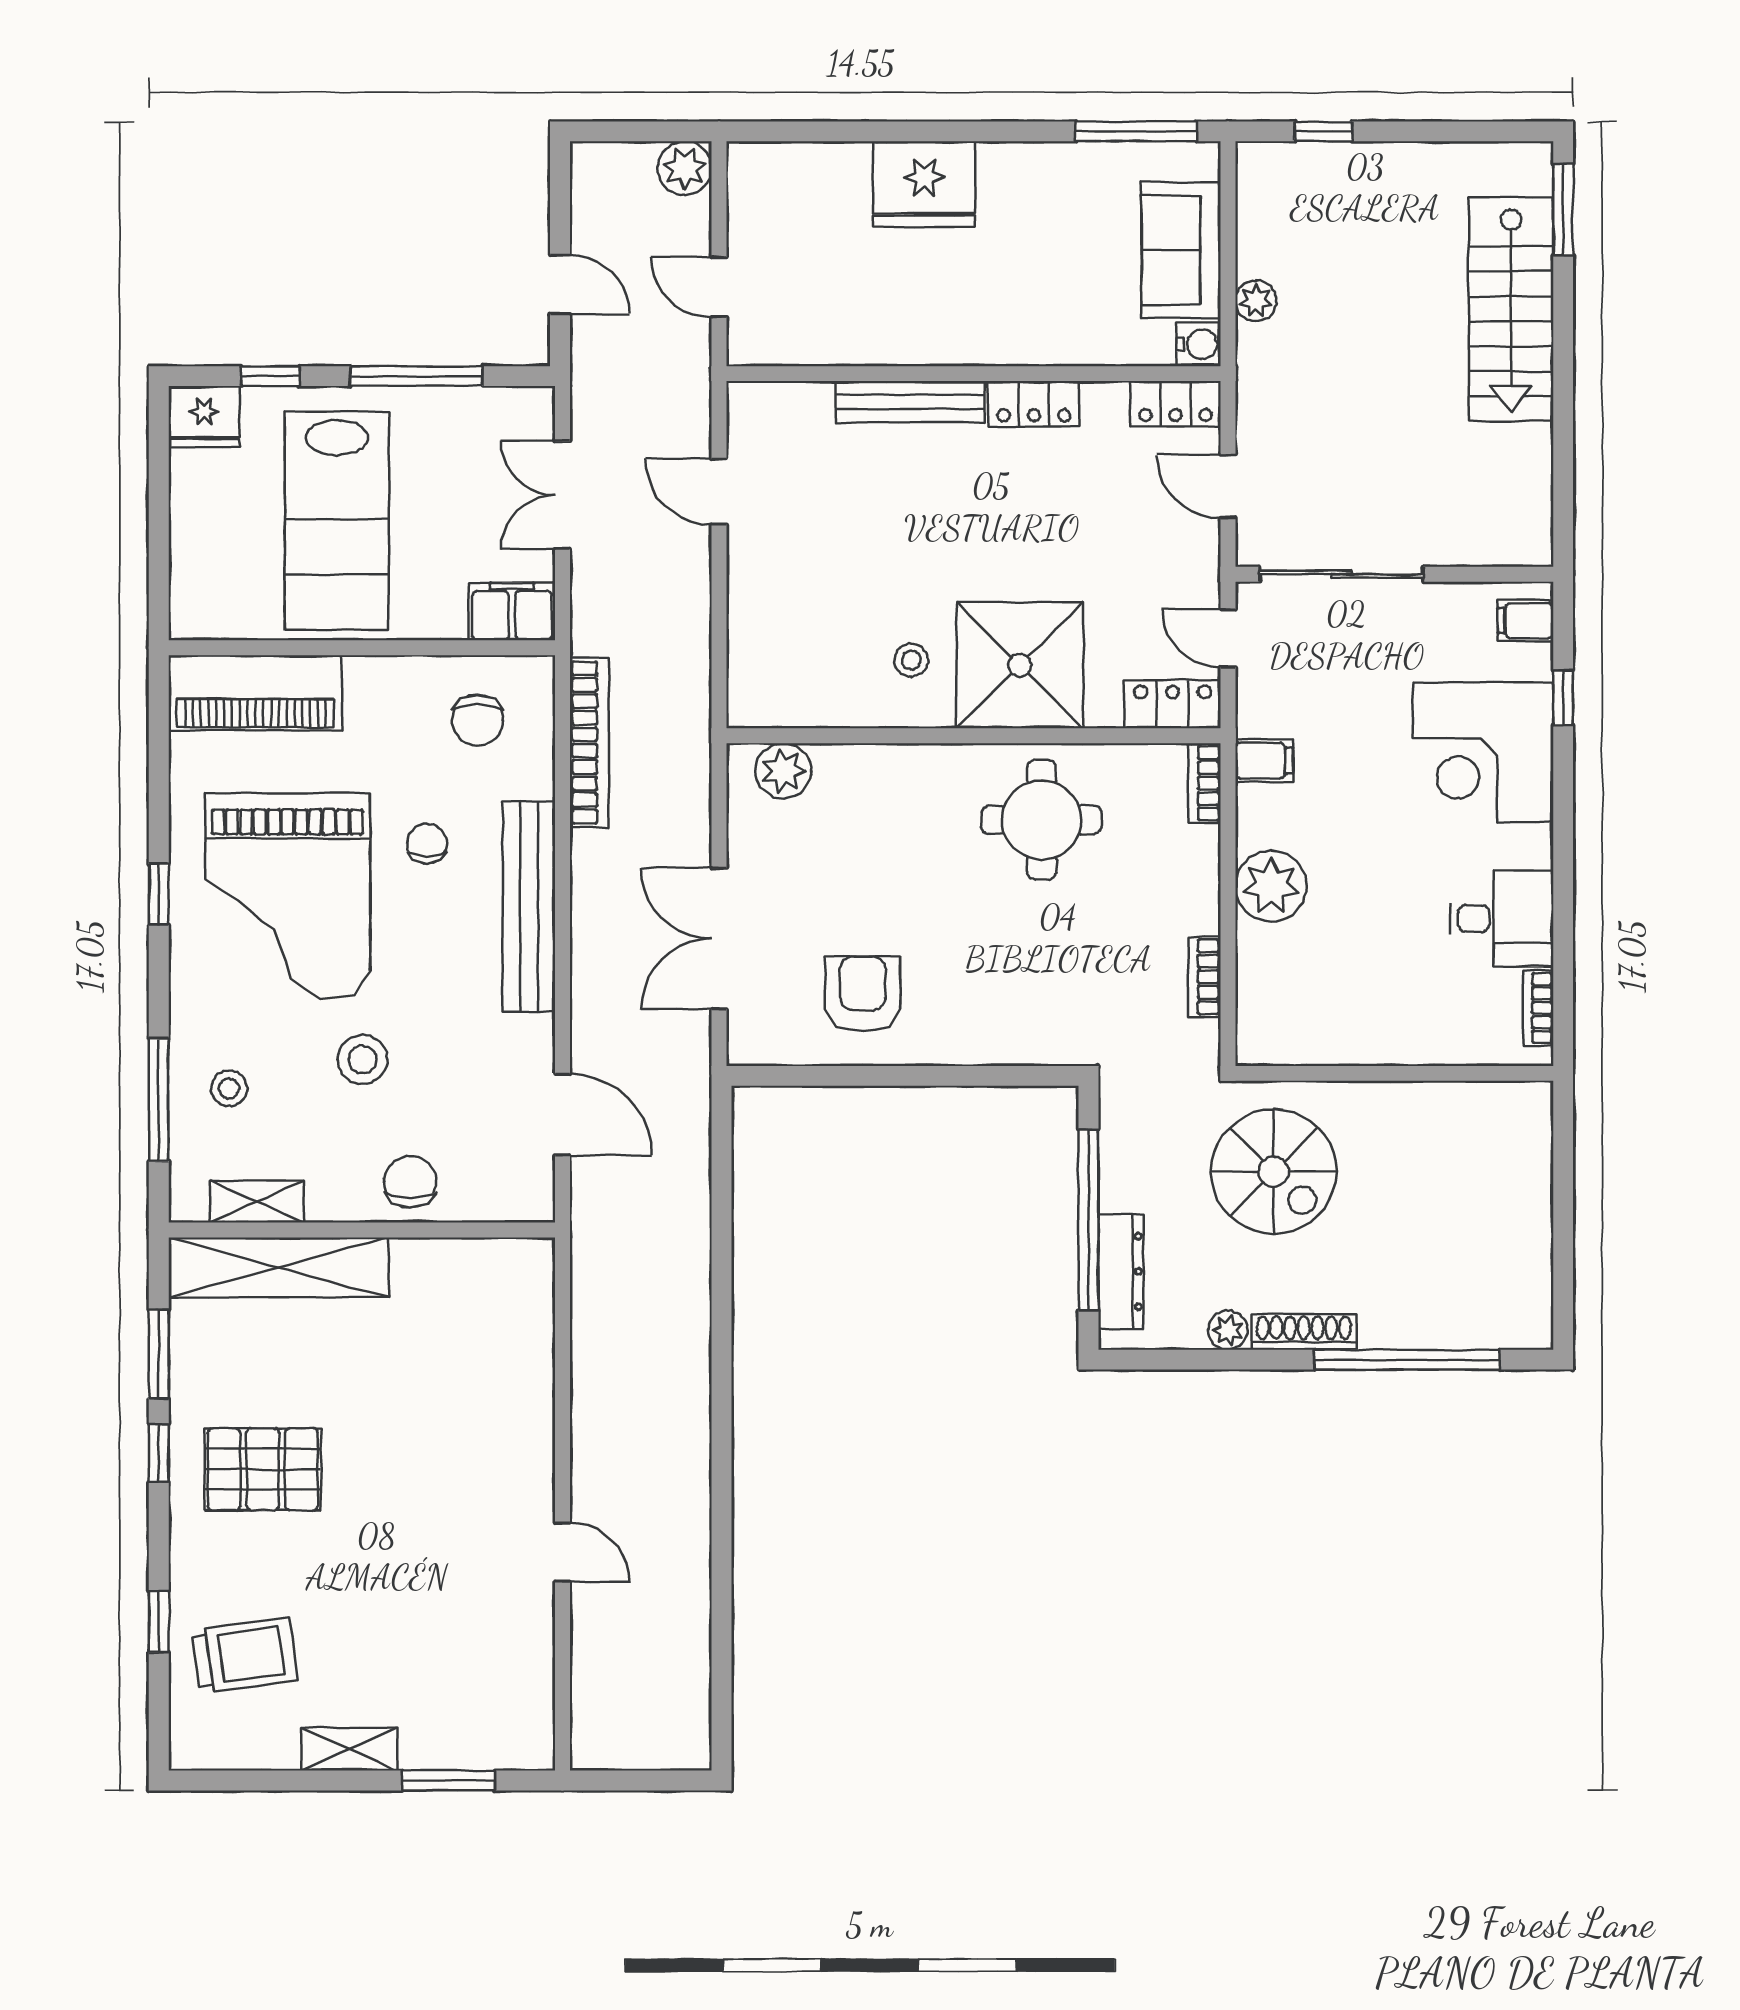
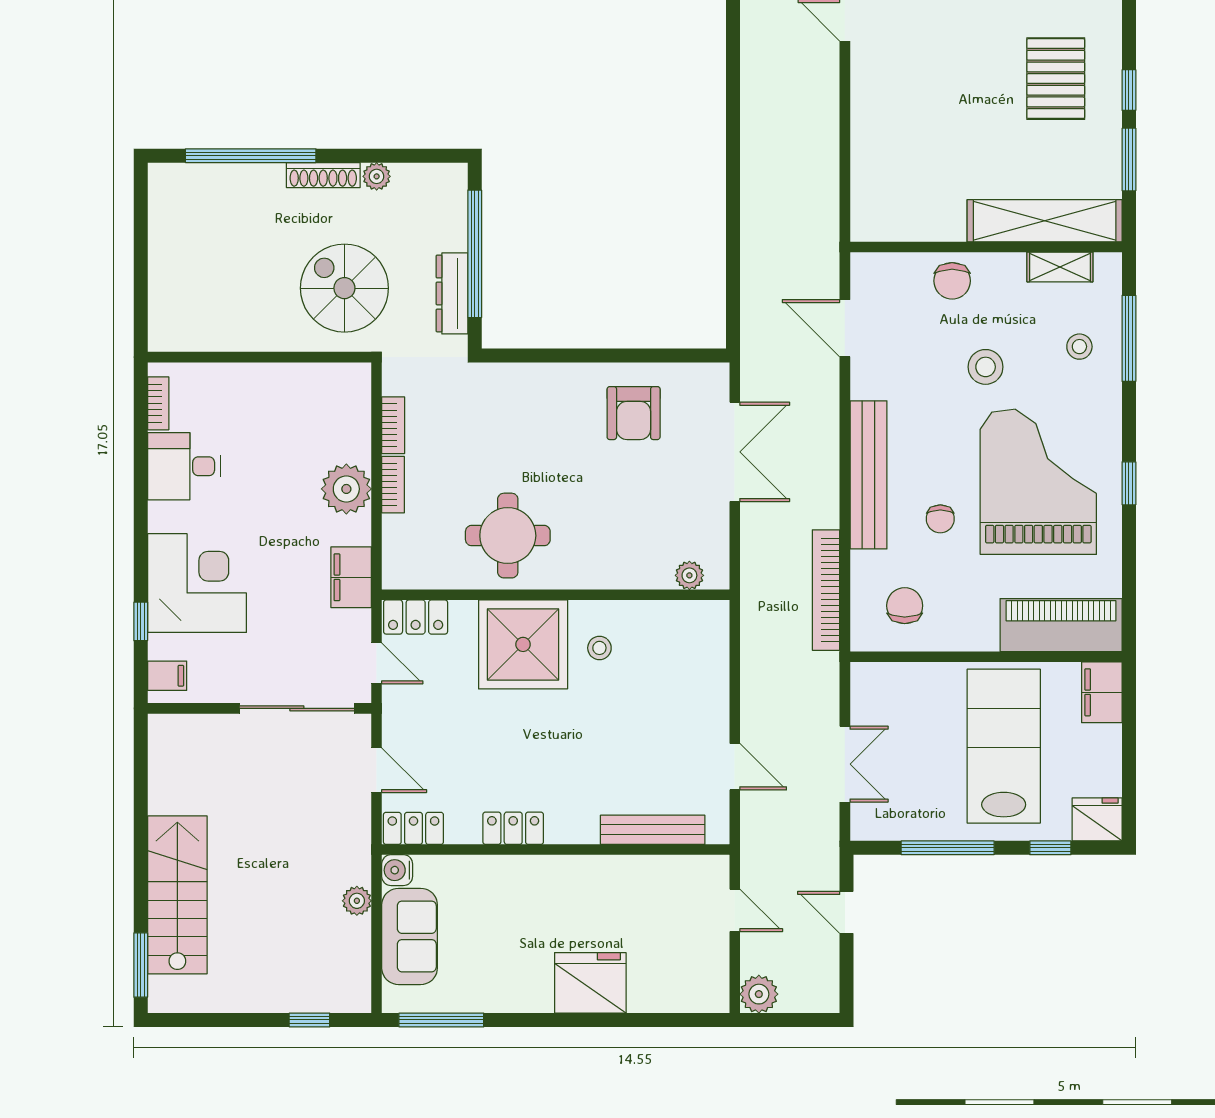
bench: (910, 402) -> (653, 830), moved
filing cabinet: (512, 612) -> (1102, 692), moved, turned 90
filing cabinet: (1264, 761) -> (351, 577), width x2.00
plant: (783, 771) -> (689, 575), width x0.73, depth x0.73
bookcase: (1205, 783) -> (393, 485), moved
dresser: (1121, 1271) -> (452, 293), moved
pallet: (263, 1469) -> (1056, 79), turned 90

